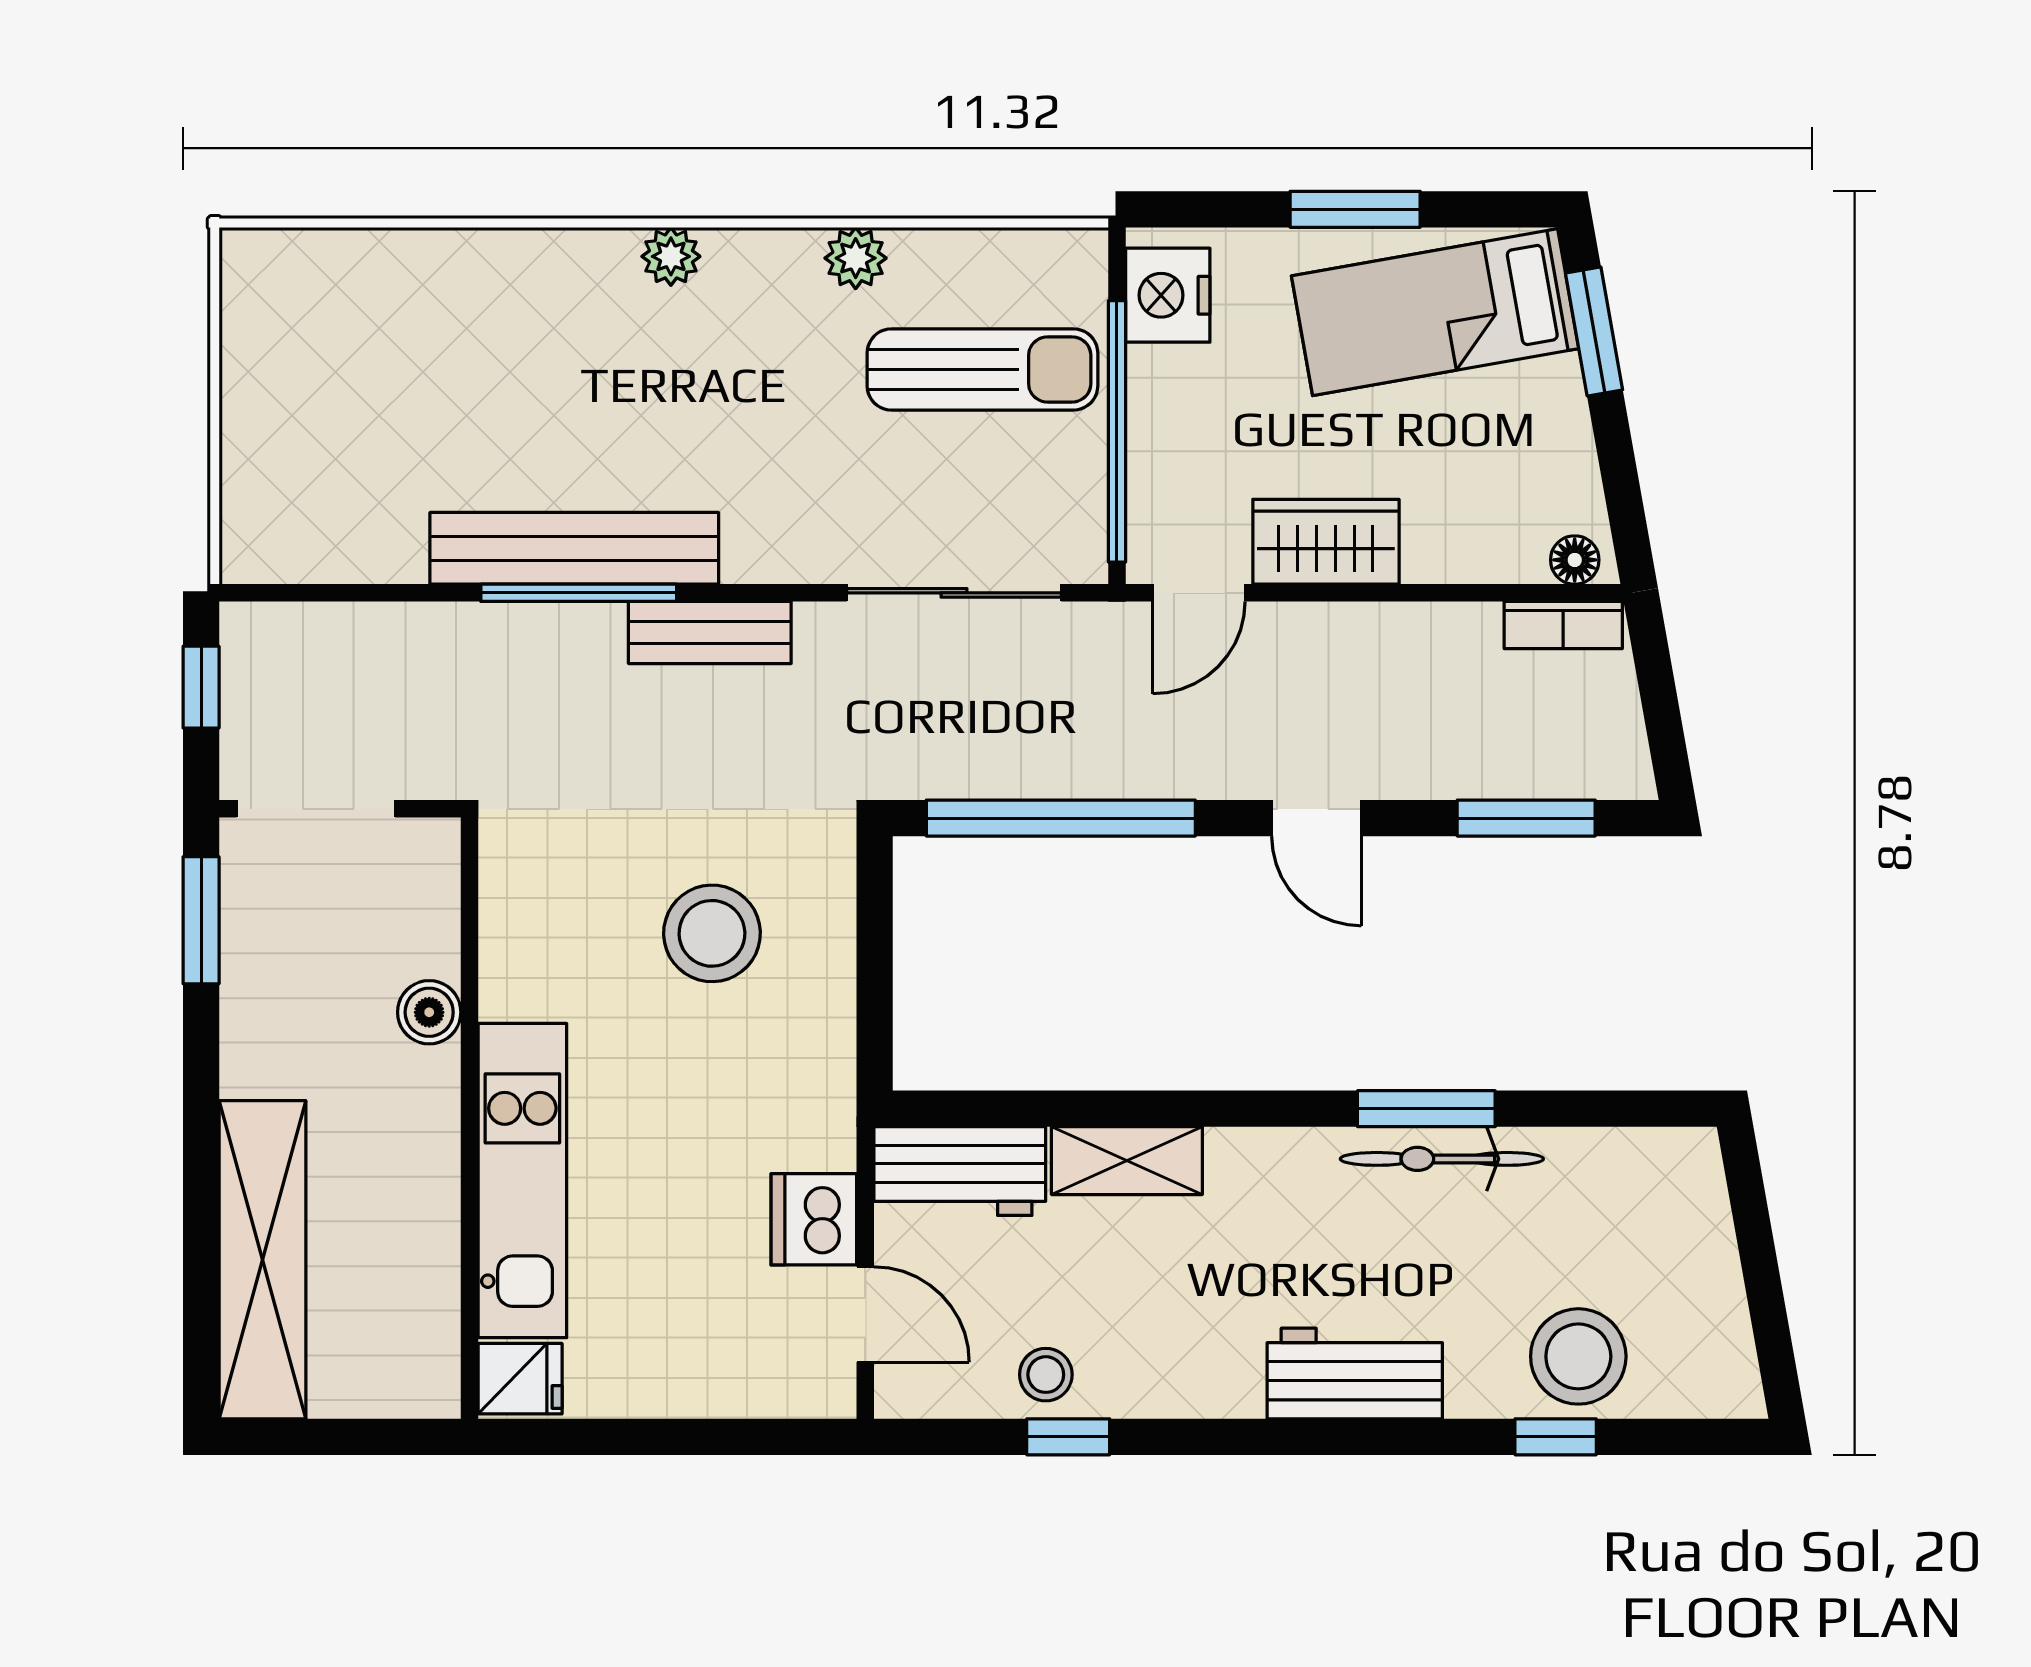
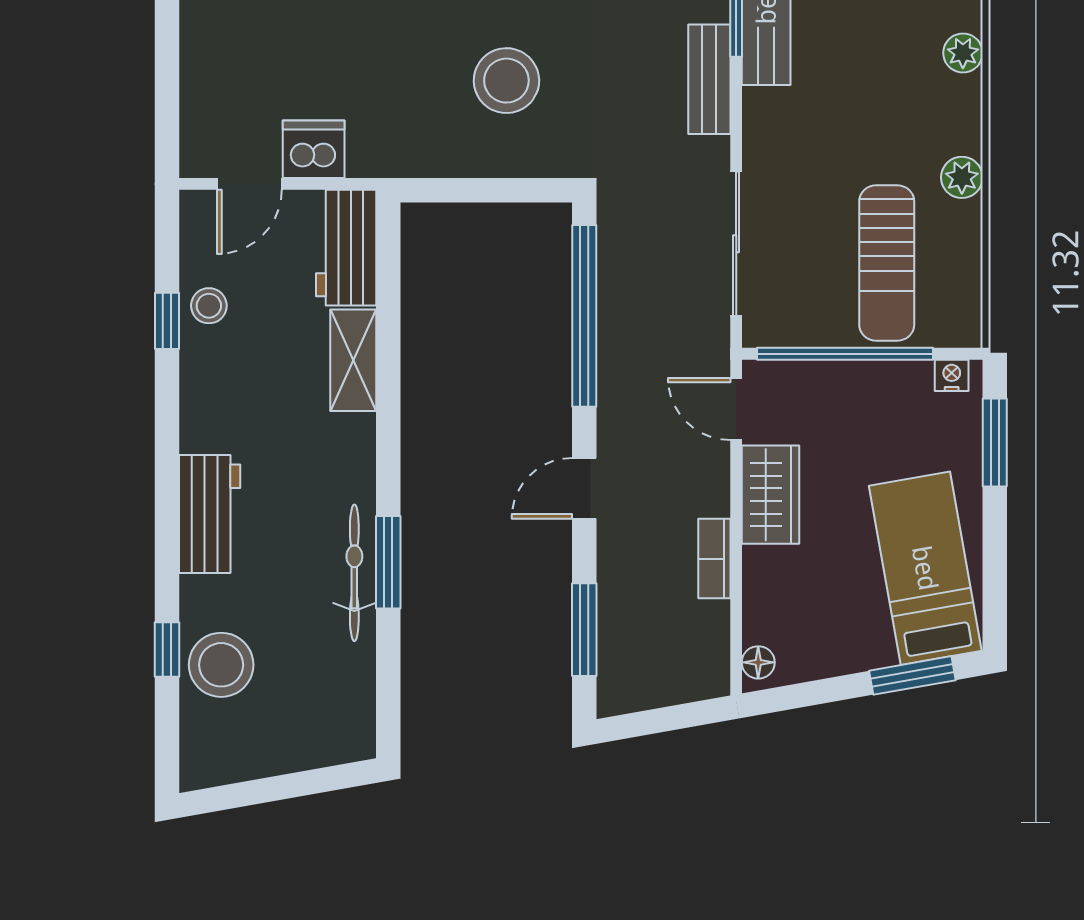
window: (1355, 209) -> (995, 443), moved
nightstand: (1168, 295) -> (952, 375), width x0.53, depth x0.56
bookcase: (1563, 625) -> (714, 559), moved

